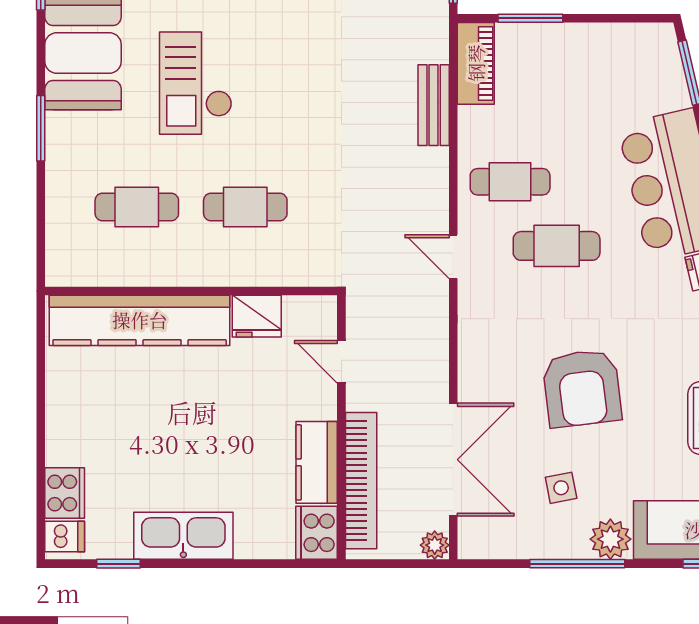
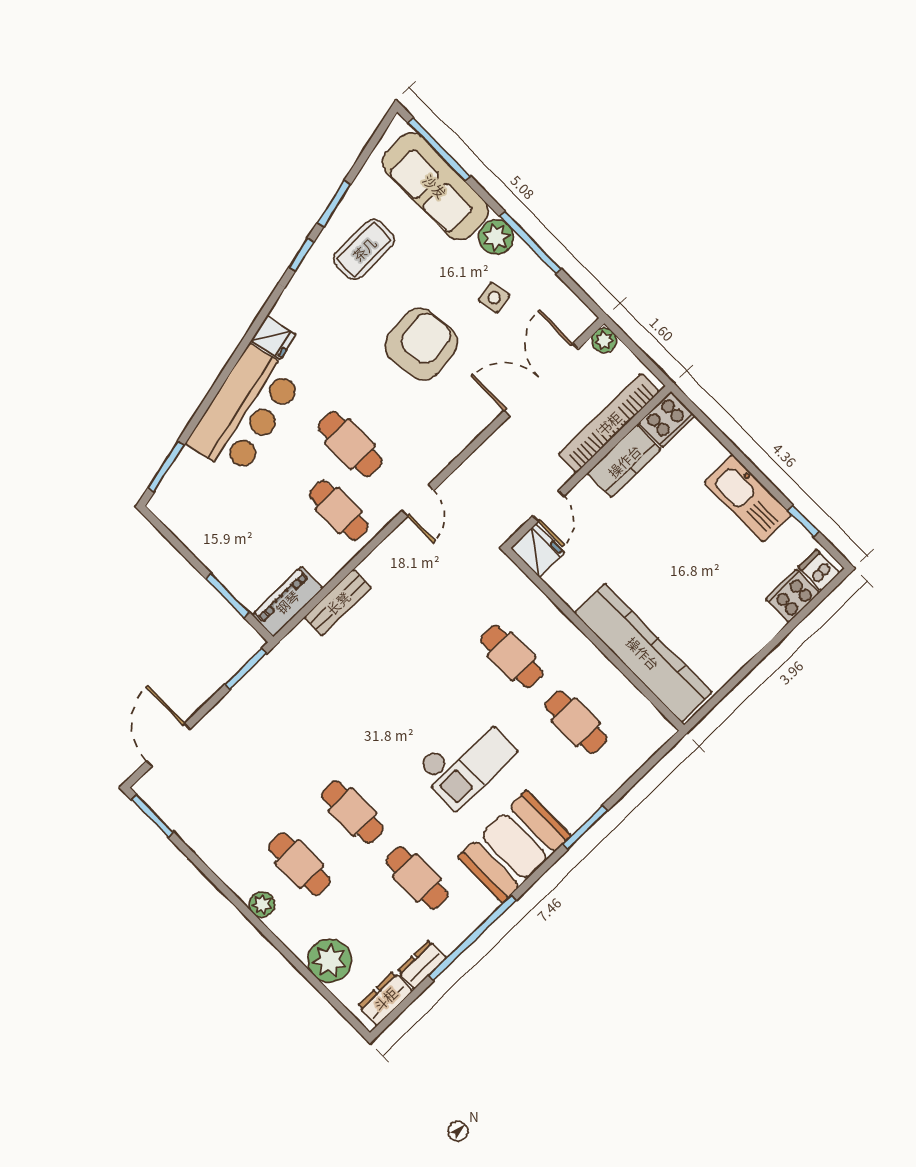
fridge: (257, 316) -> (538, 550), moved

